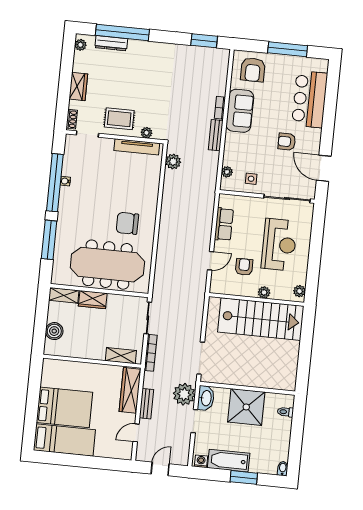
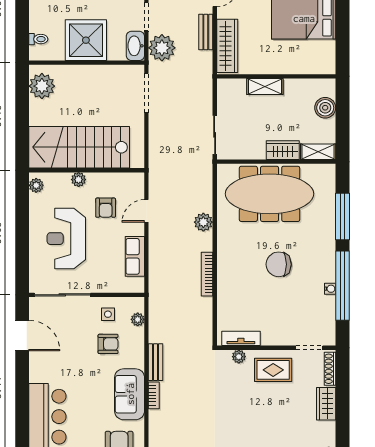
shoe rack: (72, 119) -> (330, 369), width x1.43
armchair: (287, 142) -> (108, 344), moved
tv unit: (137, 147) -> (241, 338), width x0.71
plant: (173, 162) -> (203, 222), moved
chair: (127, 223) -> (279, 264), moved, turned 180
bookcase: (151, 353) -> (207, 274), moved
shelving: (121, 356) -> (265, 86), moved
plant: (286, 373) -> (42, 86), added

